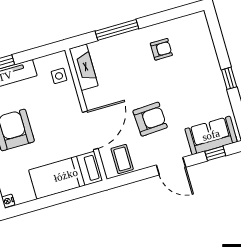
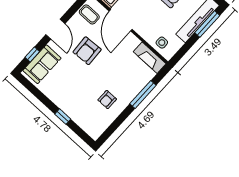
window: (229, 78) -> (63, 117), moved
door: (171, 166) -> (55, 29), swing flipped

